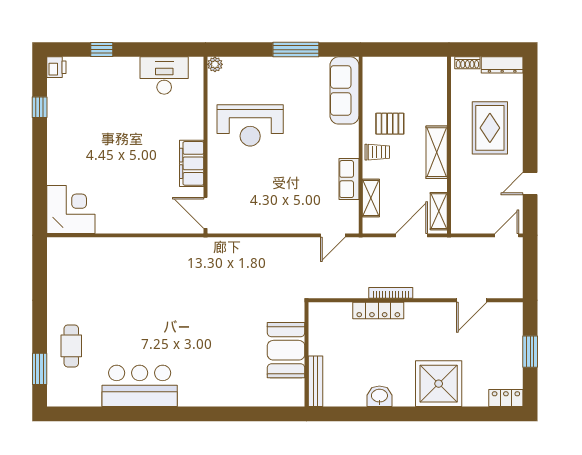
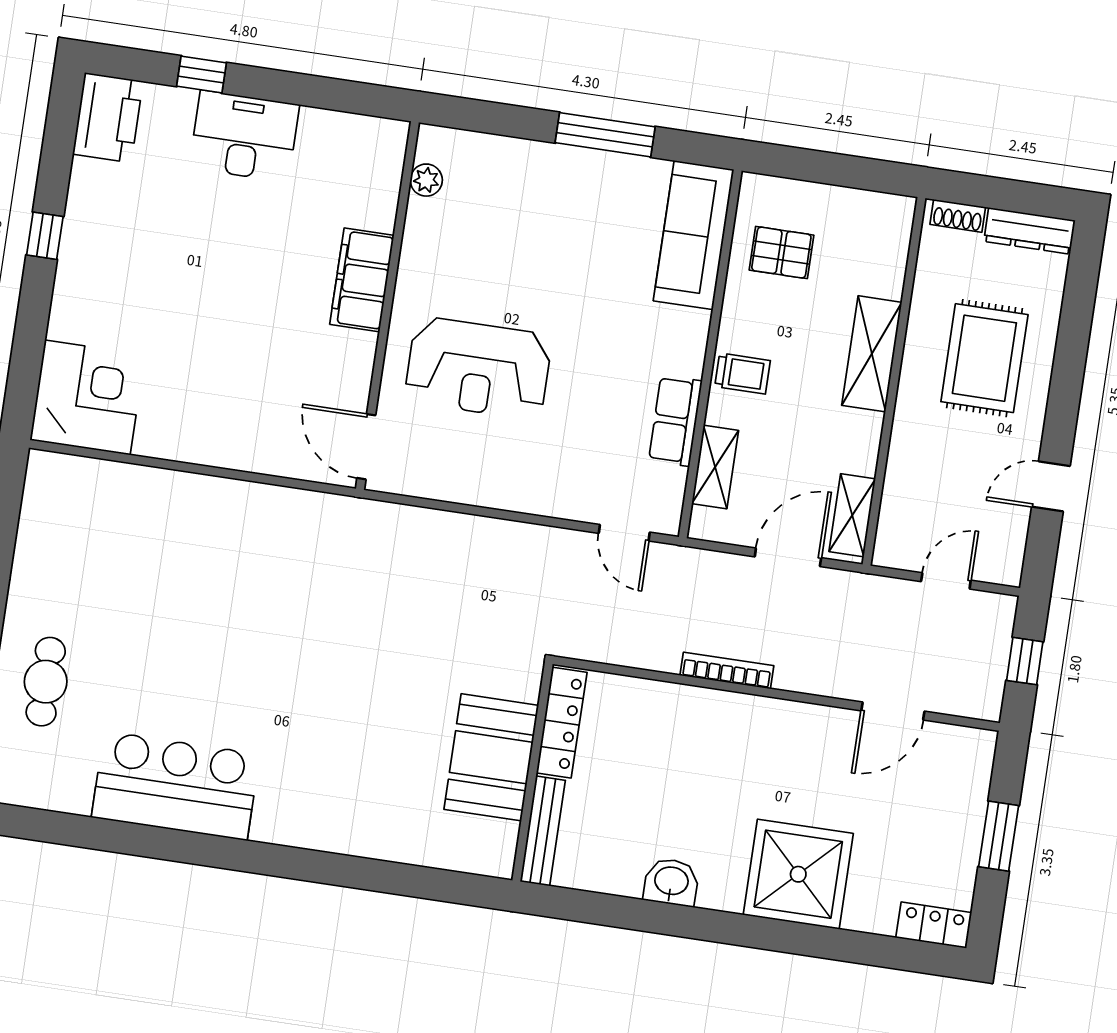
plant: (215, 64) -> (426, 180), moved
printer: (56, 67) -> (108, 118), width x1.87, depth x1.48
desk: (164, 76) -> (244, 136), moved
window: (40, 107) -> (45, 236), moved
pallet: (390, 124) -> (781, 253), moved
reception desk: (250, 125) -> (478, 368), moved
shelving: (437, 152) -> (872, 354), moved
filing cabinet: (192, 163) -> (362, 280), moved
door: (333, 235) -> (624, 533), hinge flipped
door: (507, 235) -> (946, 581), moved
window: (530, 267) -> (1025, 661), added
locker: (378, 310) -> (562, 723), moved, turned -90

